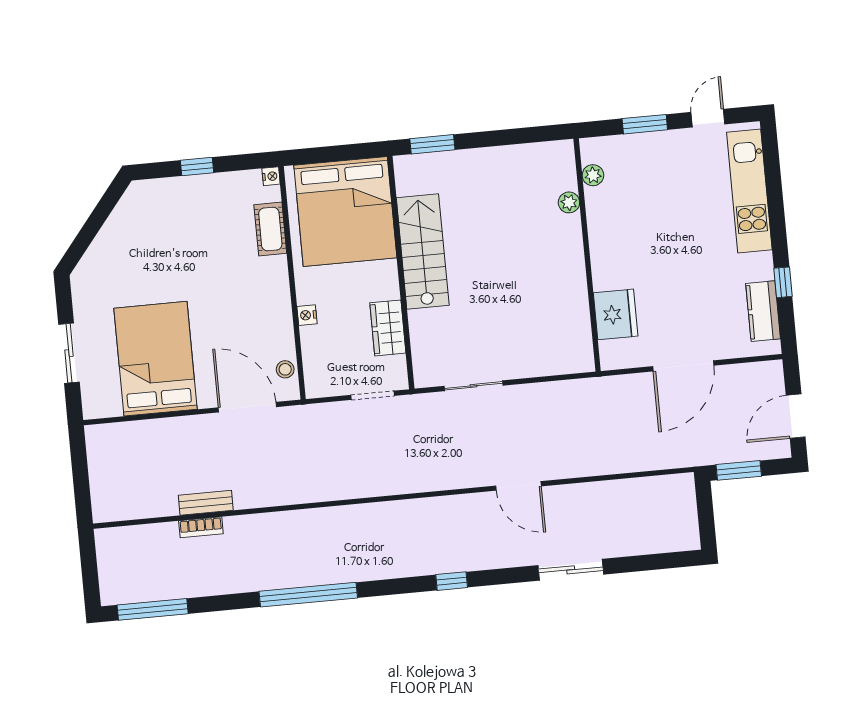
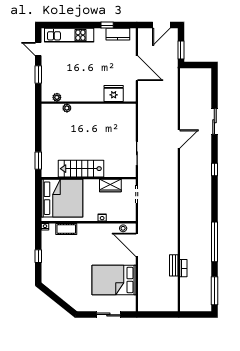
door: (247, 407) -> (137, 245), hinge flipped
door: (796, 416) -> (161, 25), hinge flipped
window: (308, 595) -> (214, 242), moved

